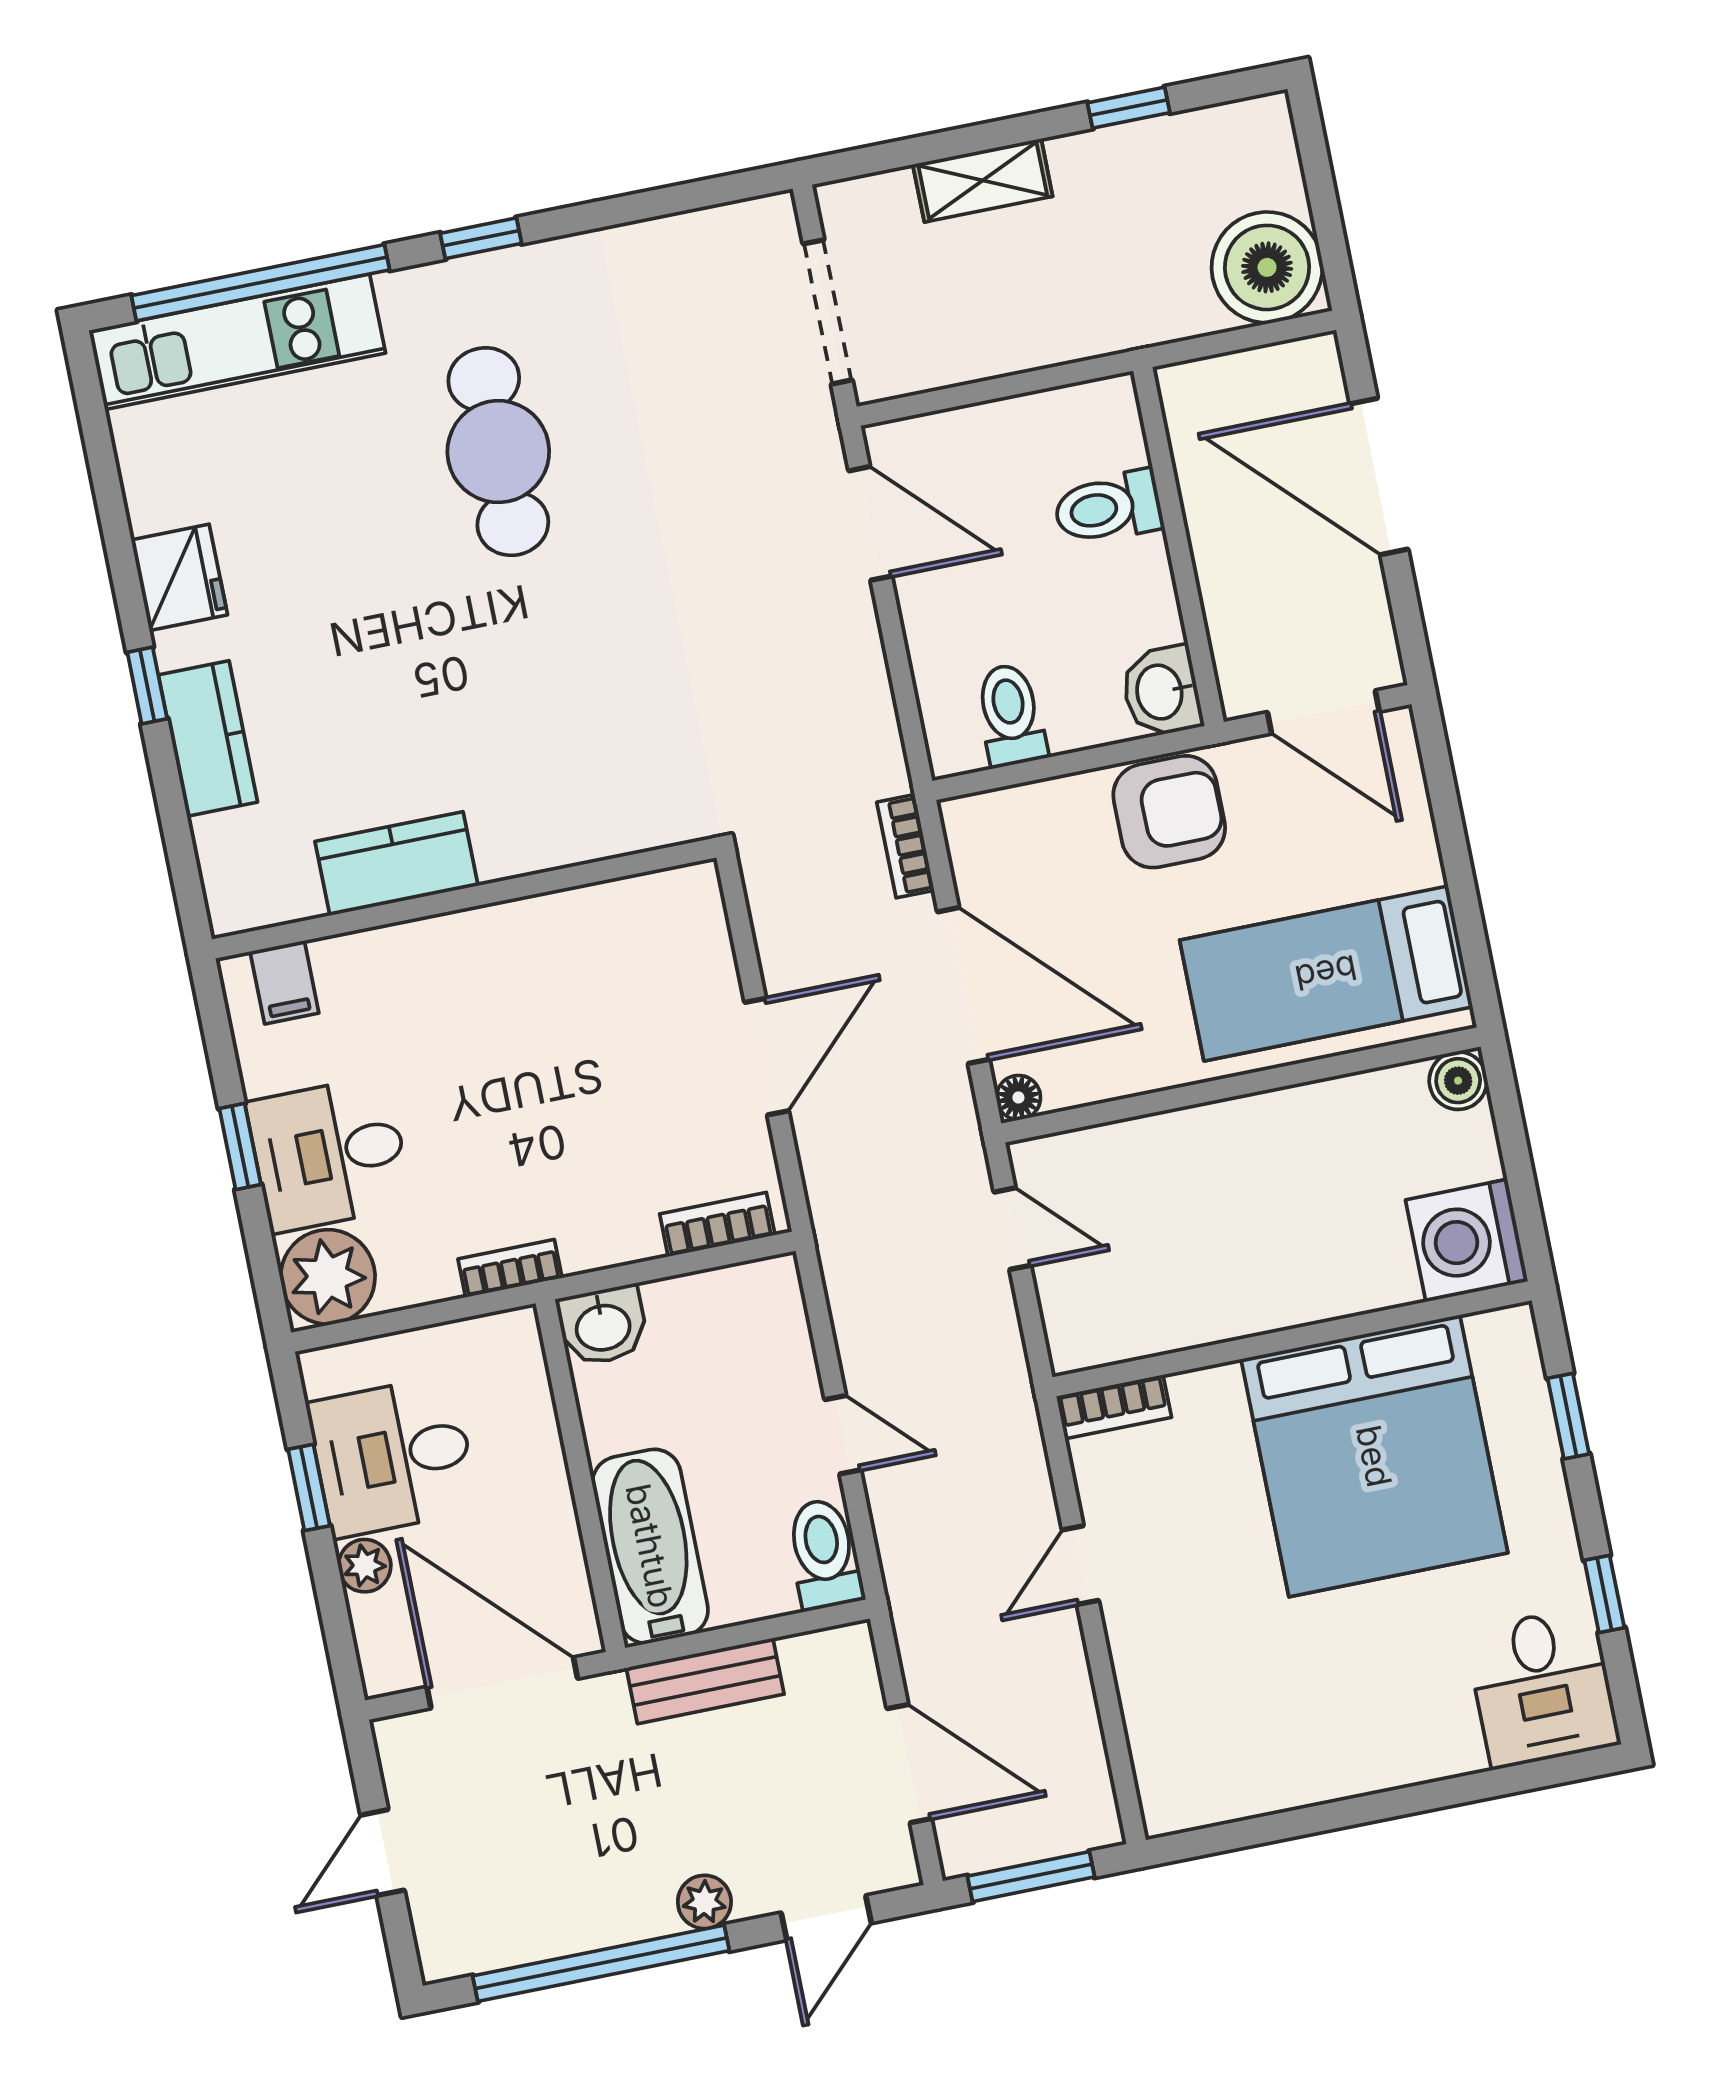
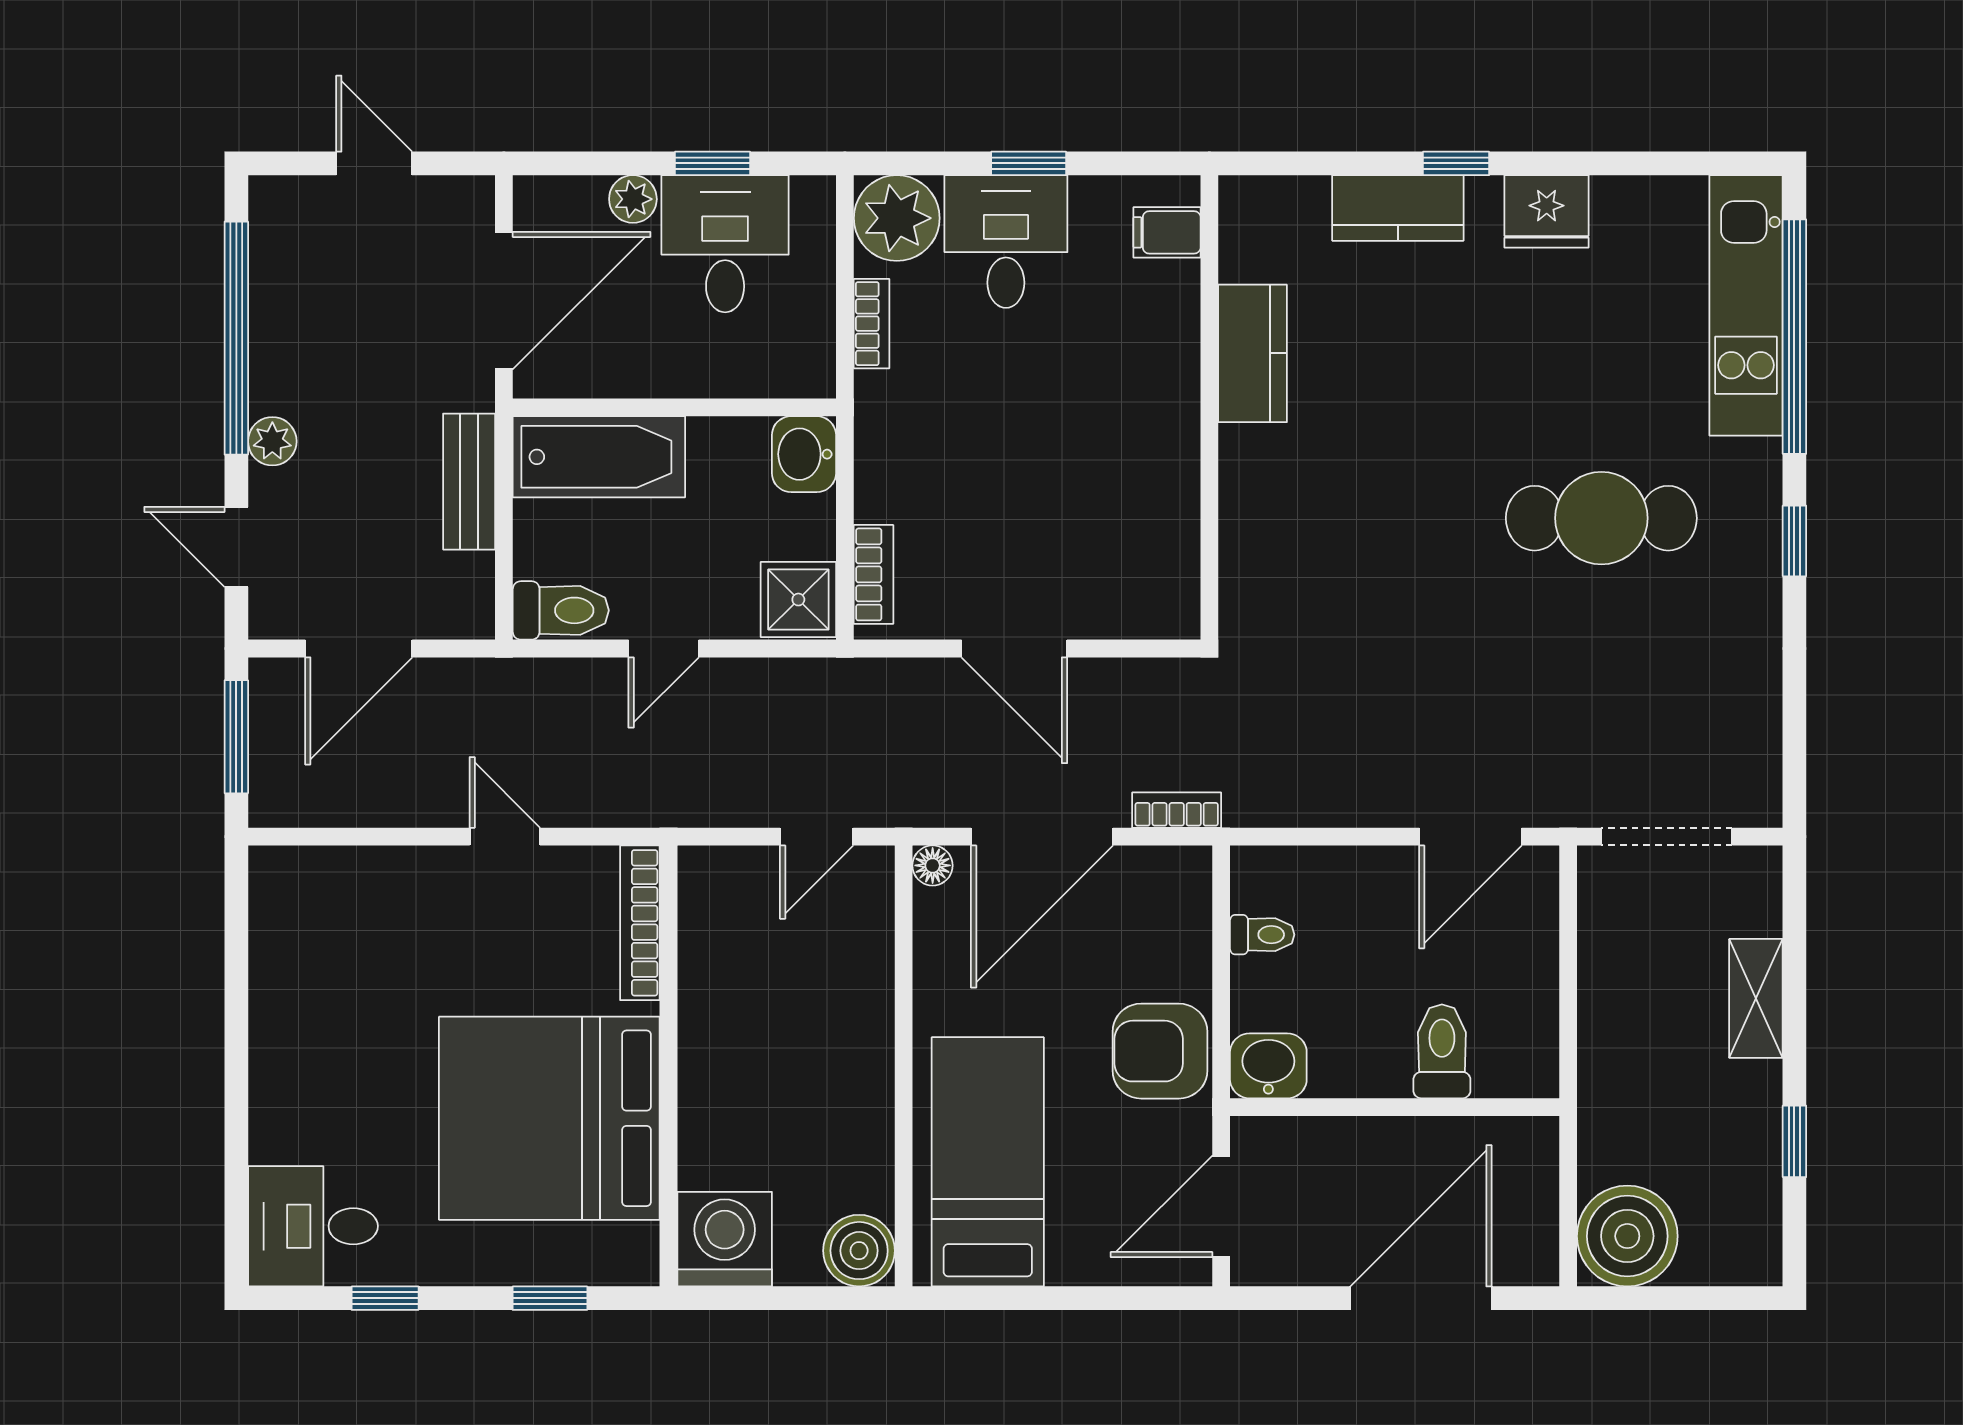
toilet: (1011, 715) -> (1262, 935), width x0.73, depth x0.72
armchair: (1169, 812) -> (1160, 1051), turned 90
boiler: (1458, 1081) -> (859, 1251), width x1.36, depth x1.36
bookcase: (510, 1268) -> (872, 324), moved
shower: (761, 1300) -> (798, 600), added
bookcase: (1114, 1407) -> (640, 923), width x1.56

